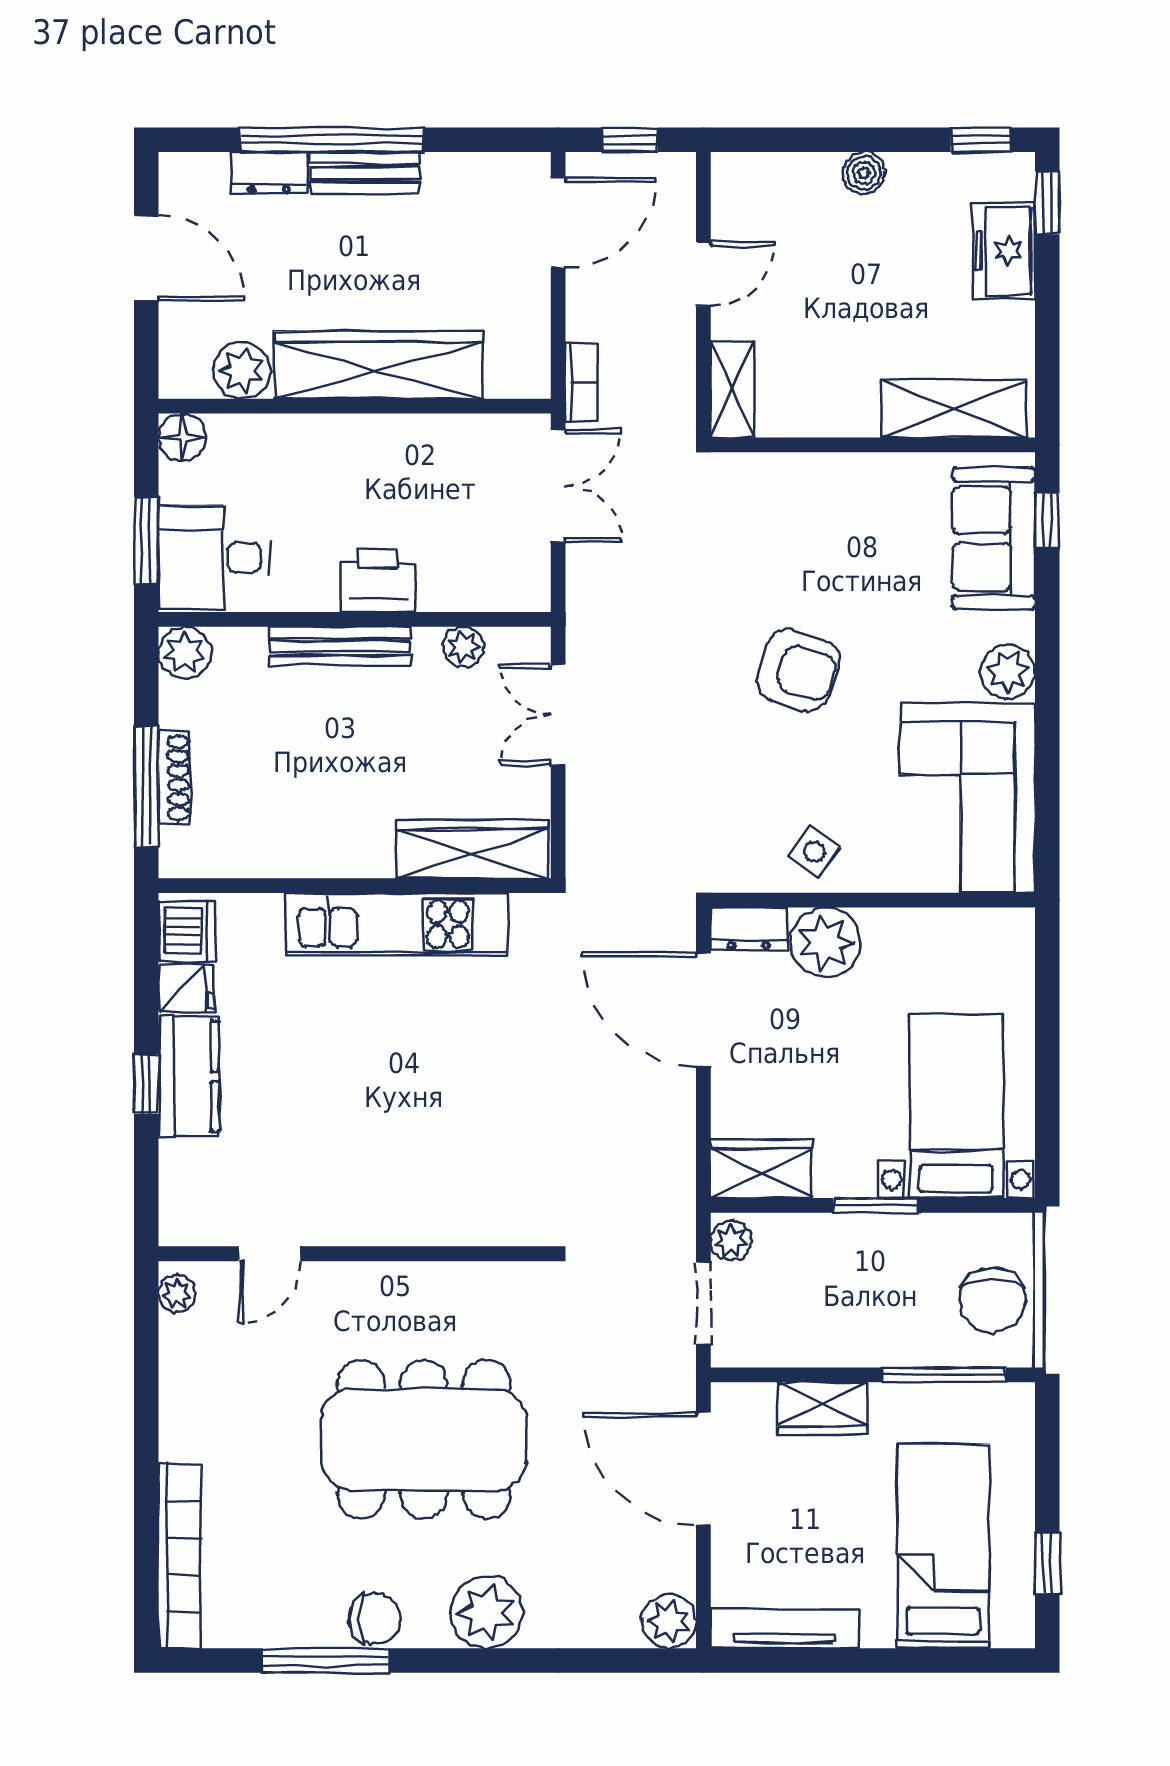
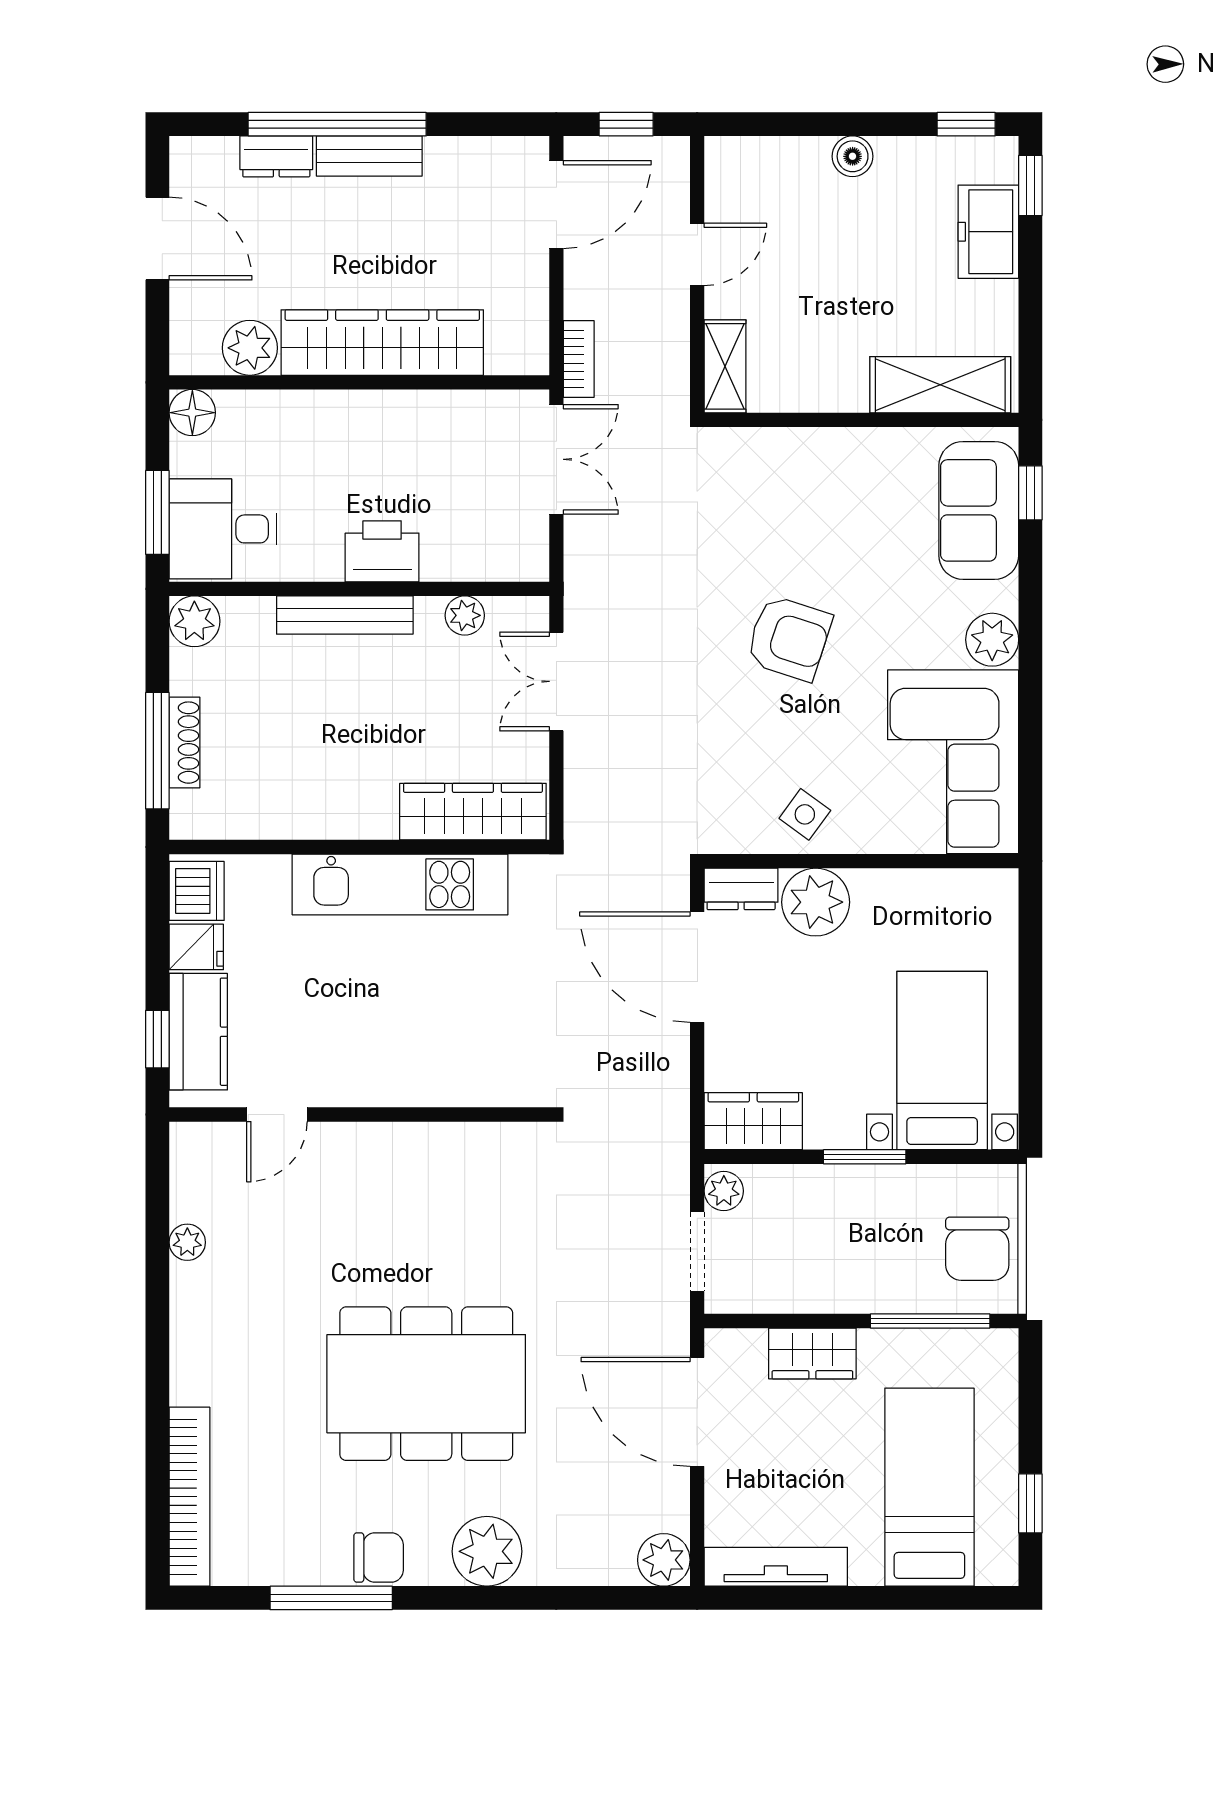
door: (270, 1254) -> (277, 1115), moved
wall: (355, 1254) -> (359, 1115), moved

